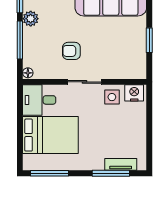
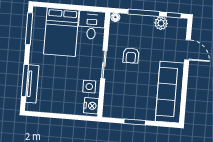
armchair: (71, 51) -> (131, 56), turned 180
tv unit: (121, 164) -> (32, 84), width x1.41

